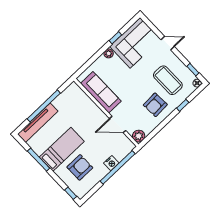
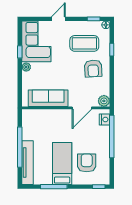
nightstand: (111, 163) -> (105, 119), moved

